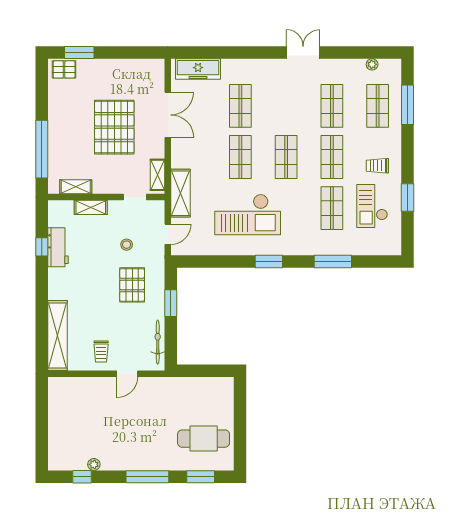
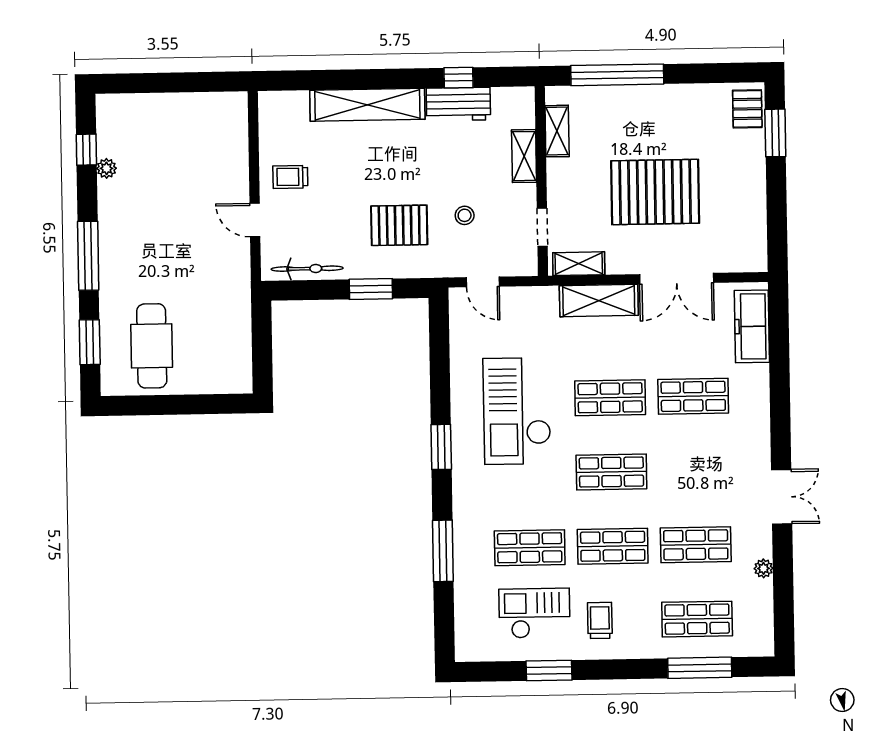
plant: (372, 64) -> (764, 568), moved
shelving: (180, 193) -> (599, 301), moved
shelving: (57, 335) -> (367, 105), moved

